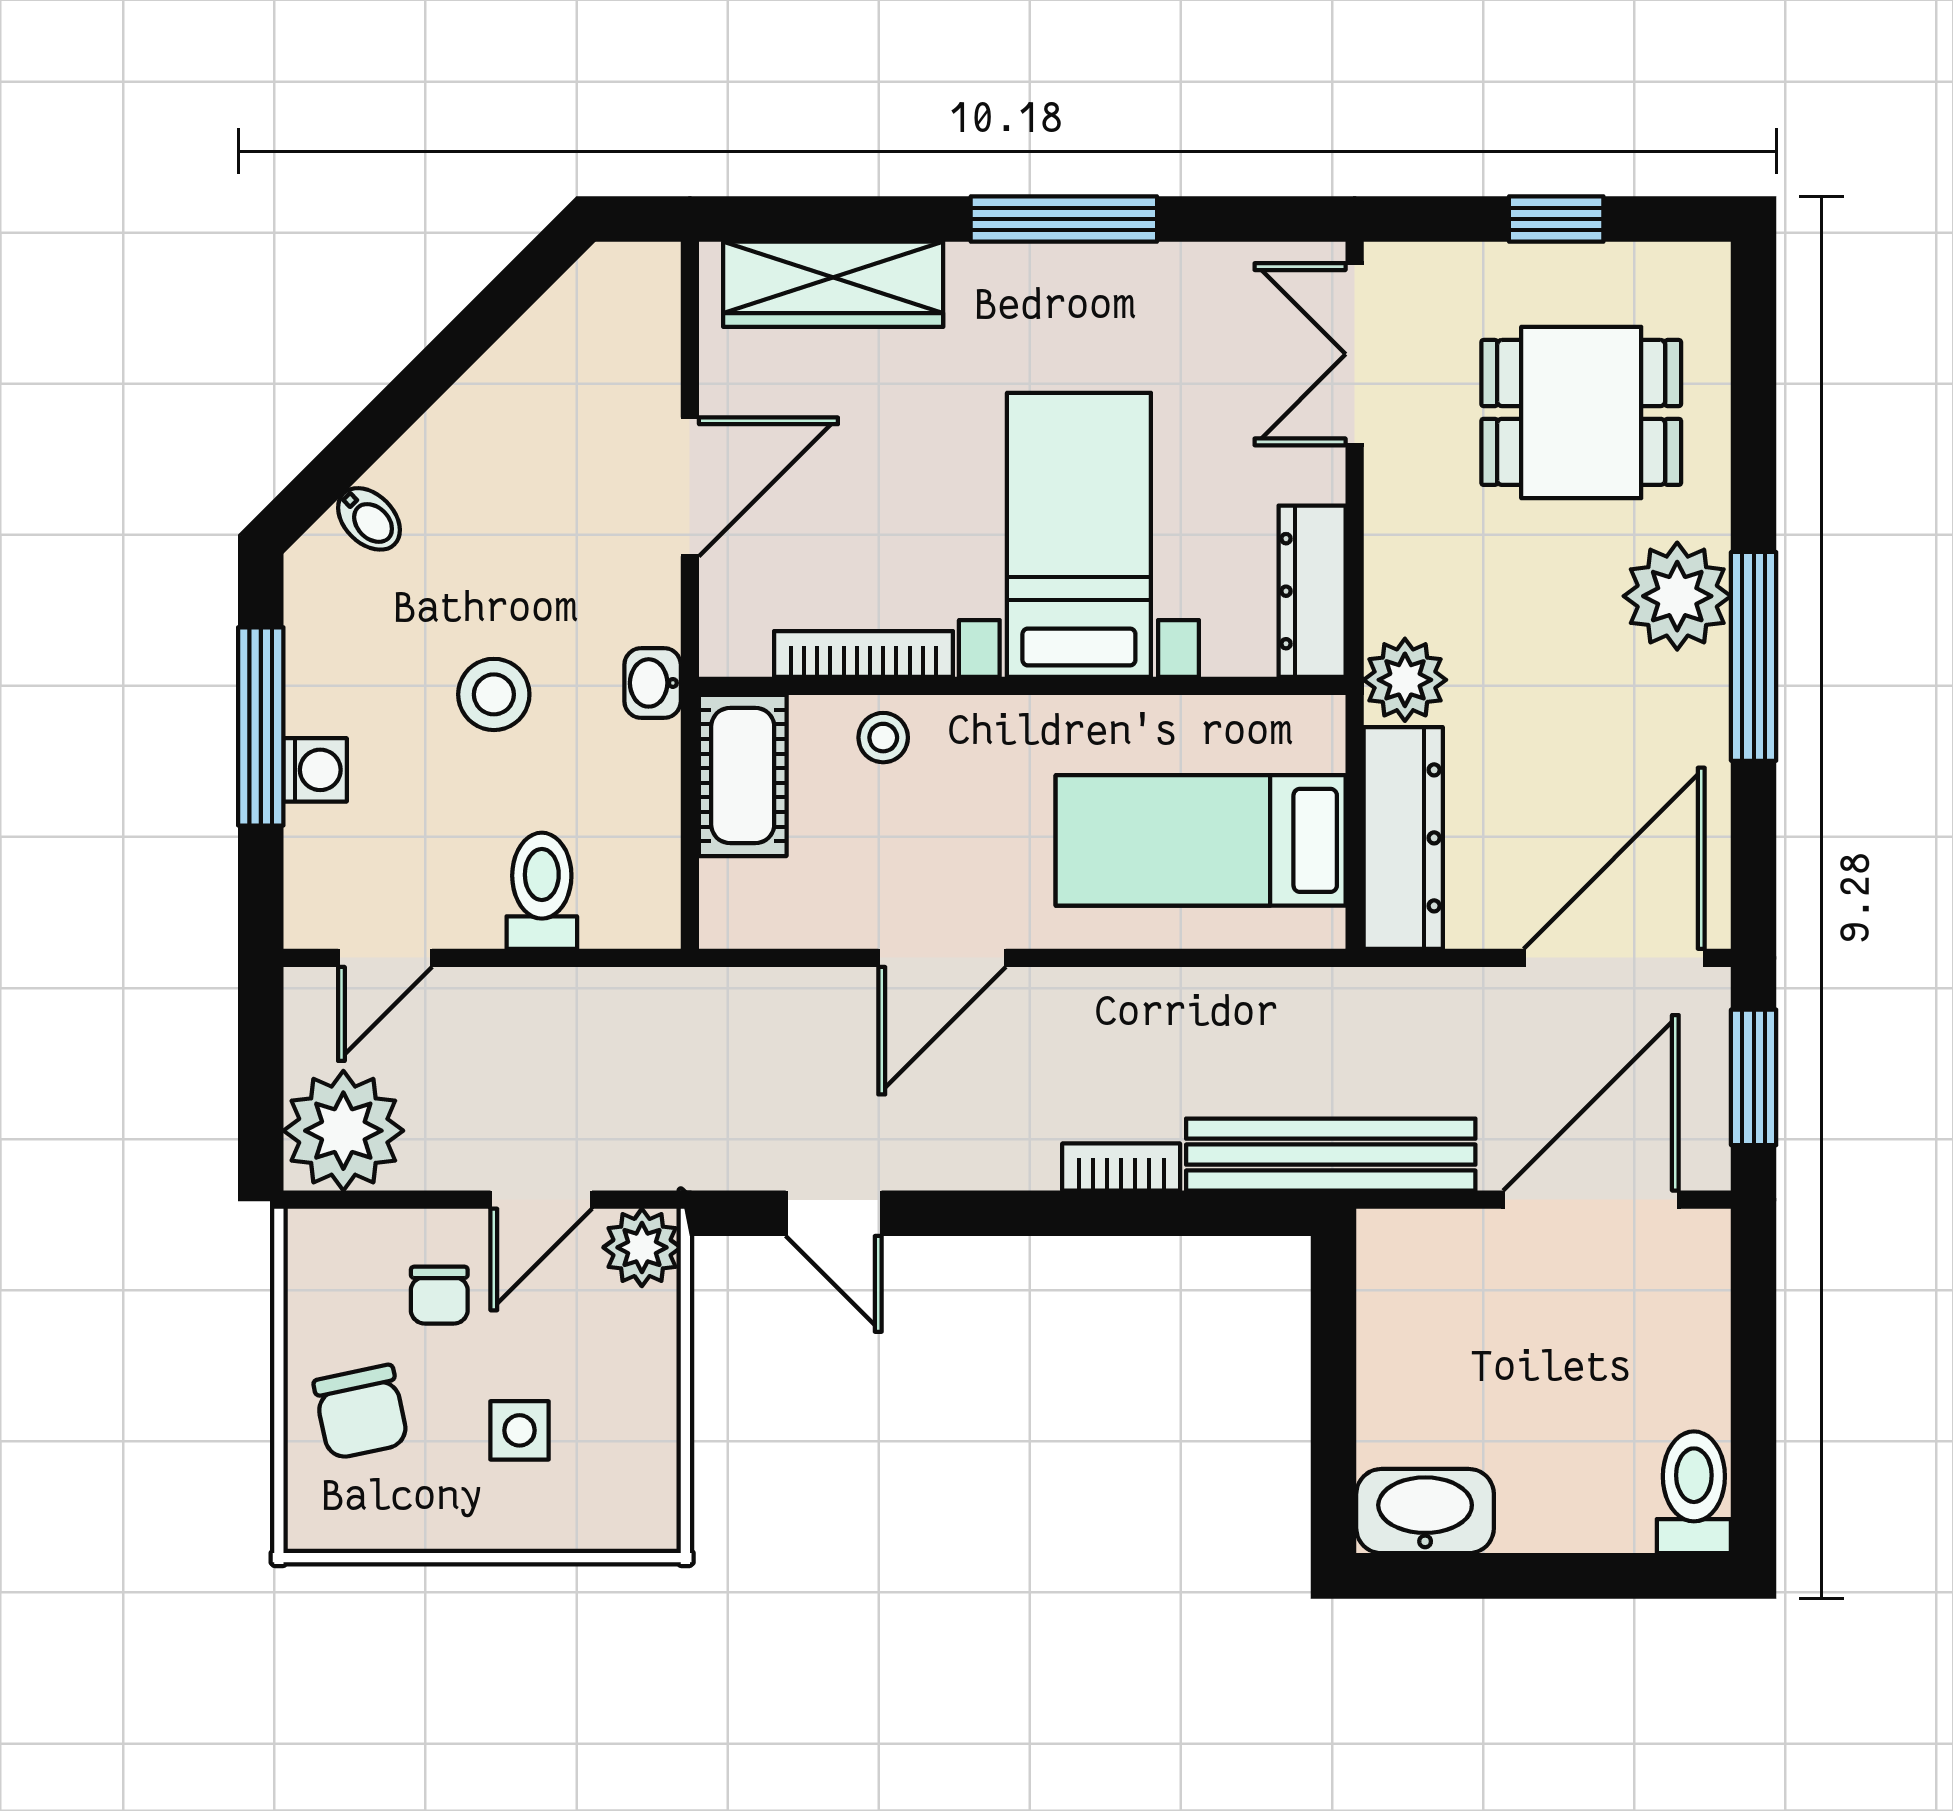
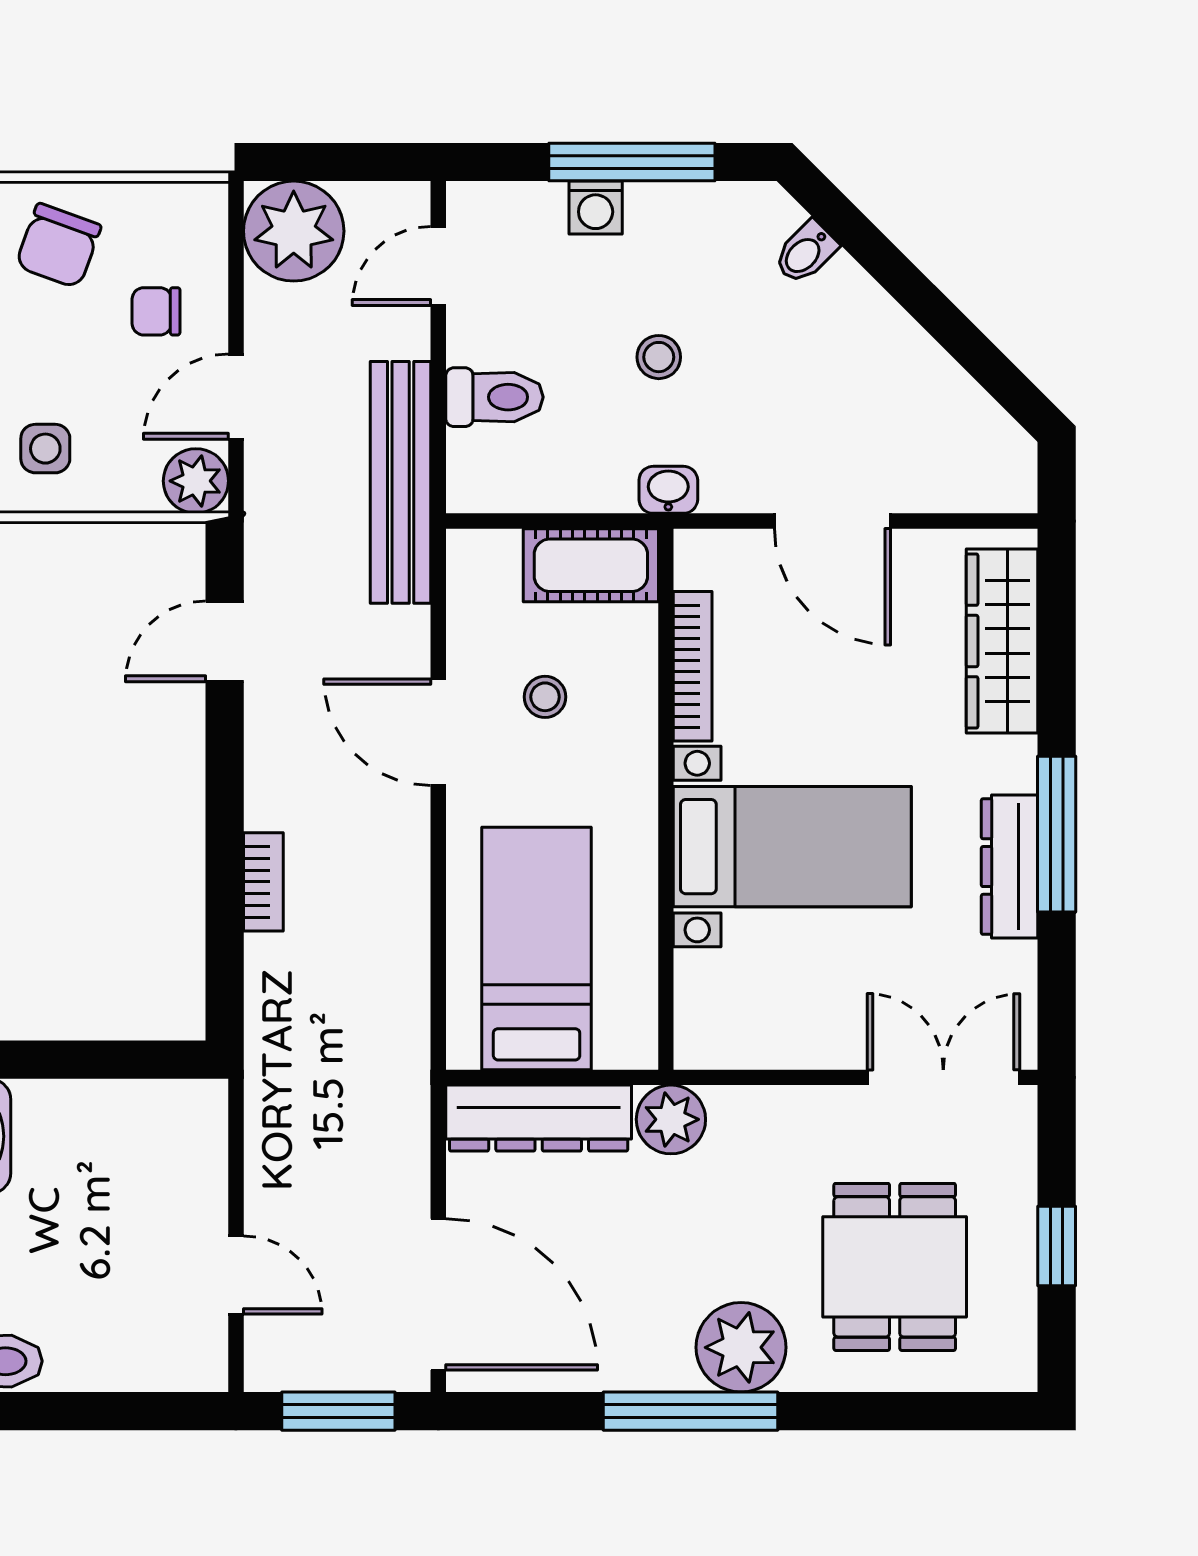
dresser: (1312, 591) -> (1010, 867), moved, turned -90
stool: (494, 694) -> (659, 357), width x0.73, depth x0.73
stool: (883, 738) -> (545, 697), moved
door: (385, 958) -> (438, 266), hinge flipped
bench: (1331, 1155) -> (401, 482), moved
door: (541, 1200) -> (236, 397), hinge flipped
door: (1591, 1200) -> (236, 1275), width x0.53
chair: (361, 1412) -> (58, 246), turned -58
side table: (519, 1430) -> (45, 449), moved

